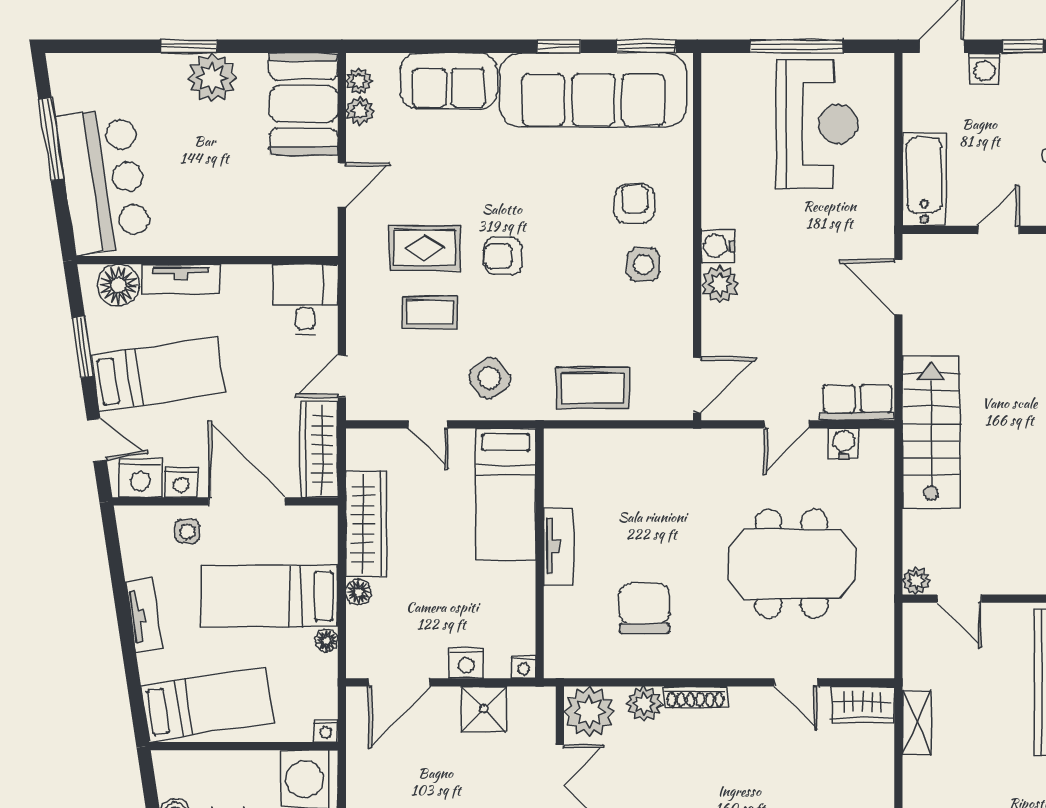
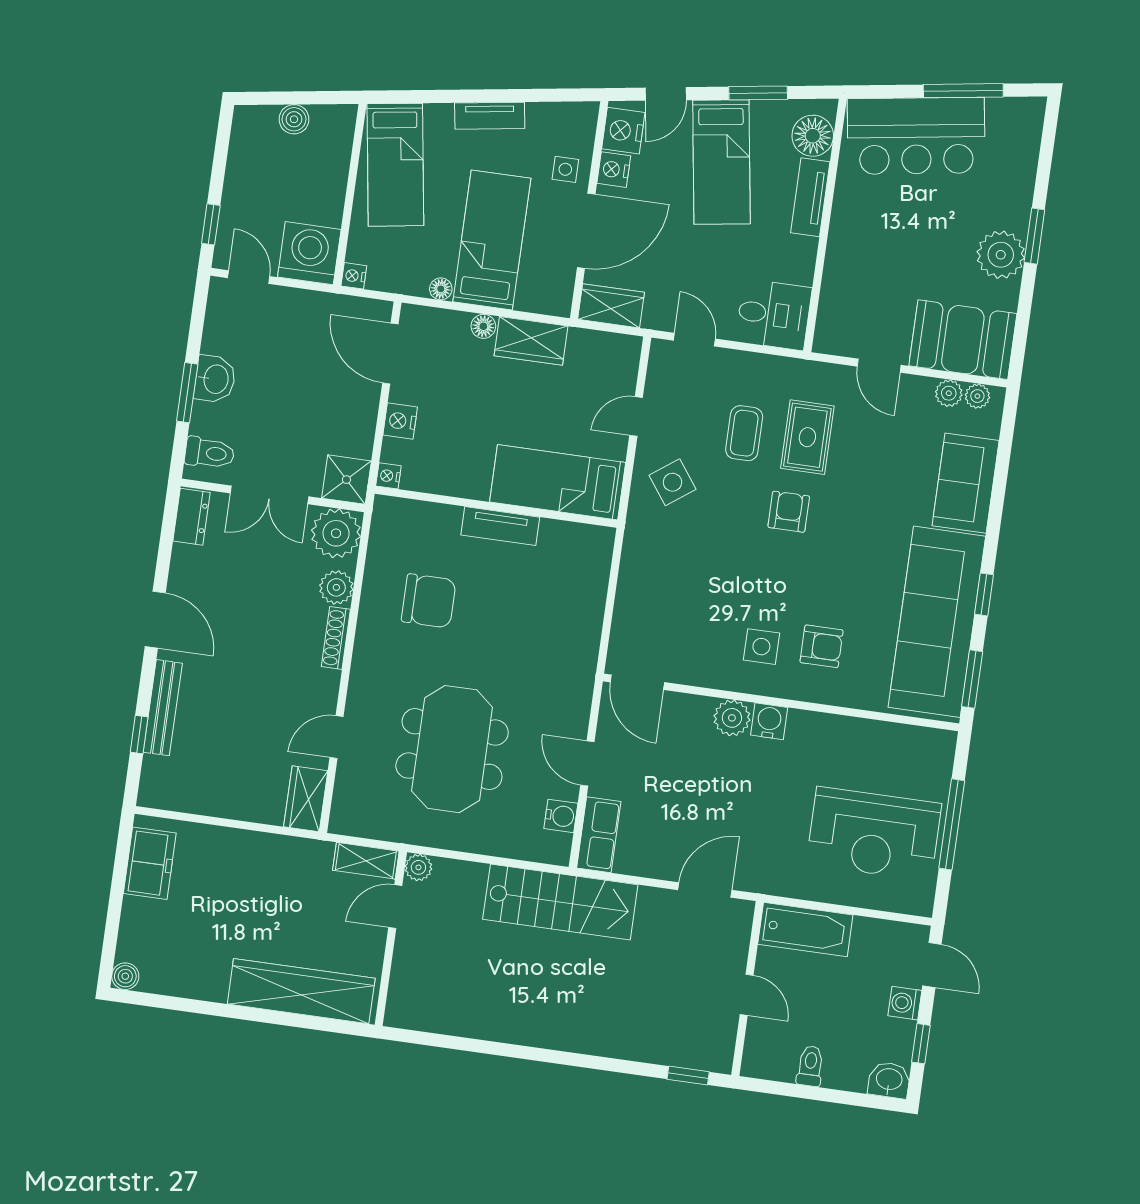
coffee table: (593, 388) -> (649, 581), removed
wardrobe: (319, 450) -> (611, 306), width x0.67
wardrobe: (366, 524) -> (531, 341), width x0.67
shower: (484, 709) -> (346, 480), moved
shelving: (917, 723) -> (366, 861), moved

